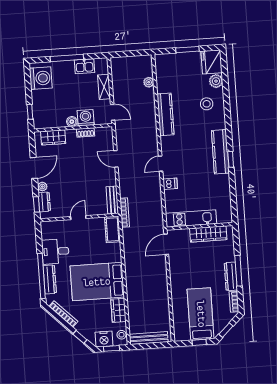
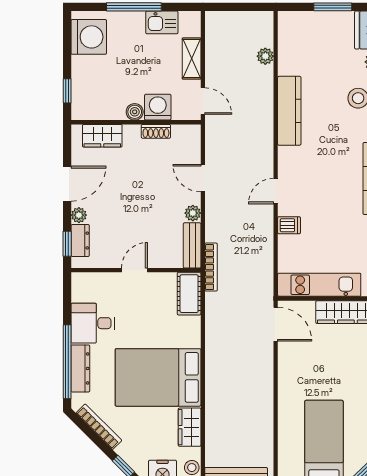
plant: (111, 180) -> (193, 213), added
door: (166, 244) -> (276, 324), swing flipped

